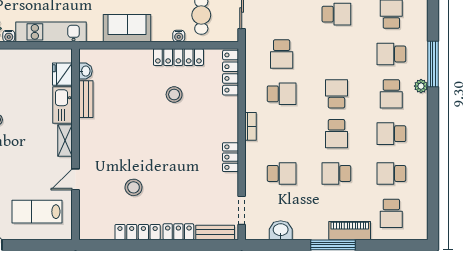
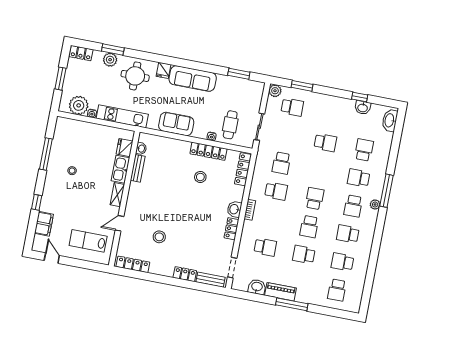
washbasin: (229, 130) -> (234, 209), added
piano: (350, 231) -> (280, 292), moved
locker: (138, 232) -> (133, 264), moved

